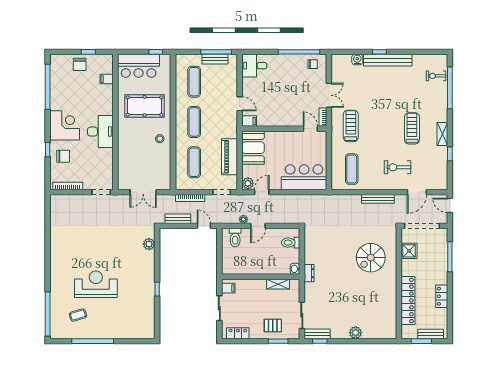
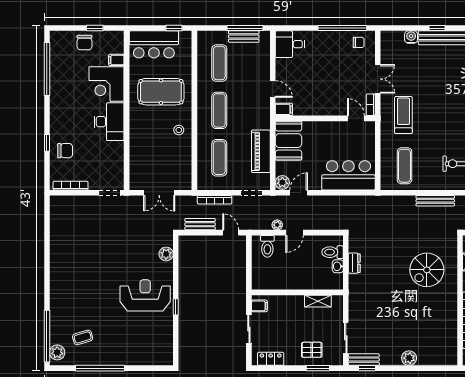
corner desk: (65, 125) -> (107, 84), moved, turned 180
washbasin: (295, 269) -> (338, 266), moved
dresser: (309, 273) -> (354, 263), moved
reception desk: (96, 284) -> (145, 295), moved
plant: (56, 328) -> (57, 352), added

